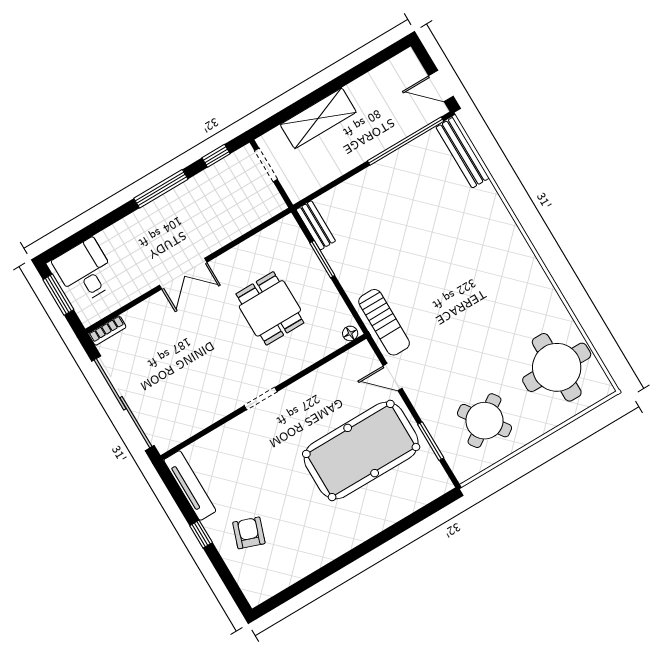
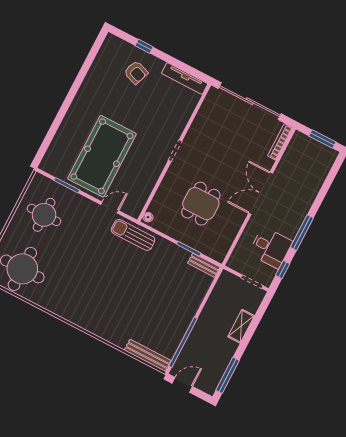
window: (374, 62) -> (228, 375), added
shelving: (318, 118) -> (241, 326), width x0.67, depth x0.75
desk: (85, 271) -> (271, 247), moved
double door: (183, 274) -> (261, 193), width x1.37
dining table: (270, 308) -> (201, 204), turned 90
bookcase: (107, 330) -> (280, 142), width x1.56
round table: (484, 421) -> (44, 215), turned 35
window: (201, 534) -> (144, 46), moved

